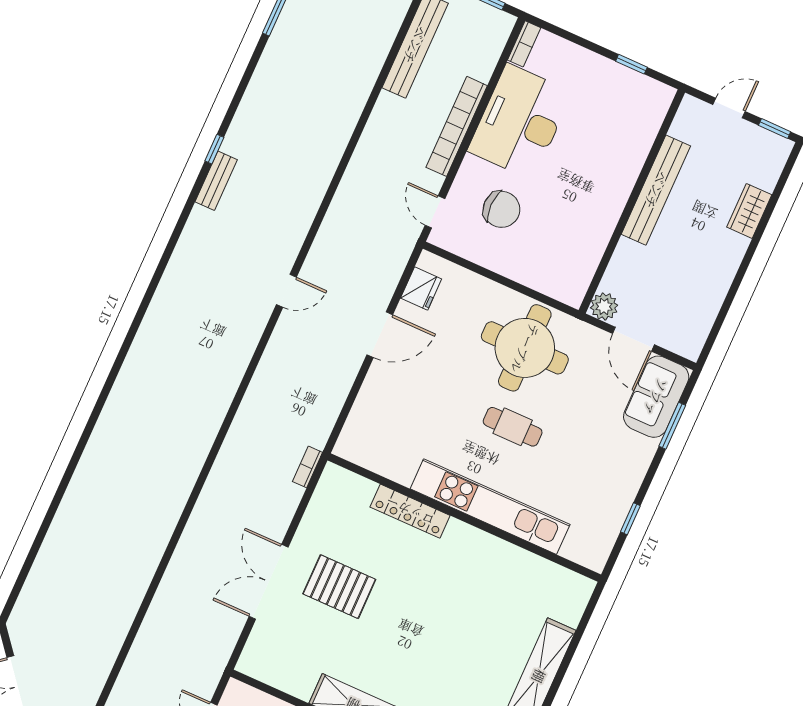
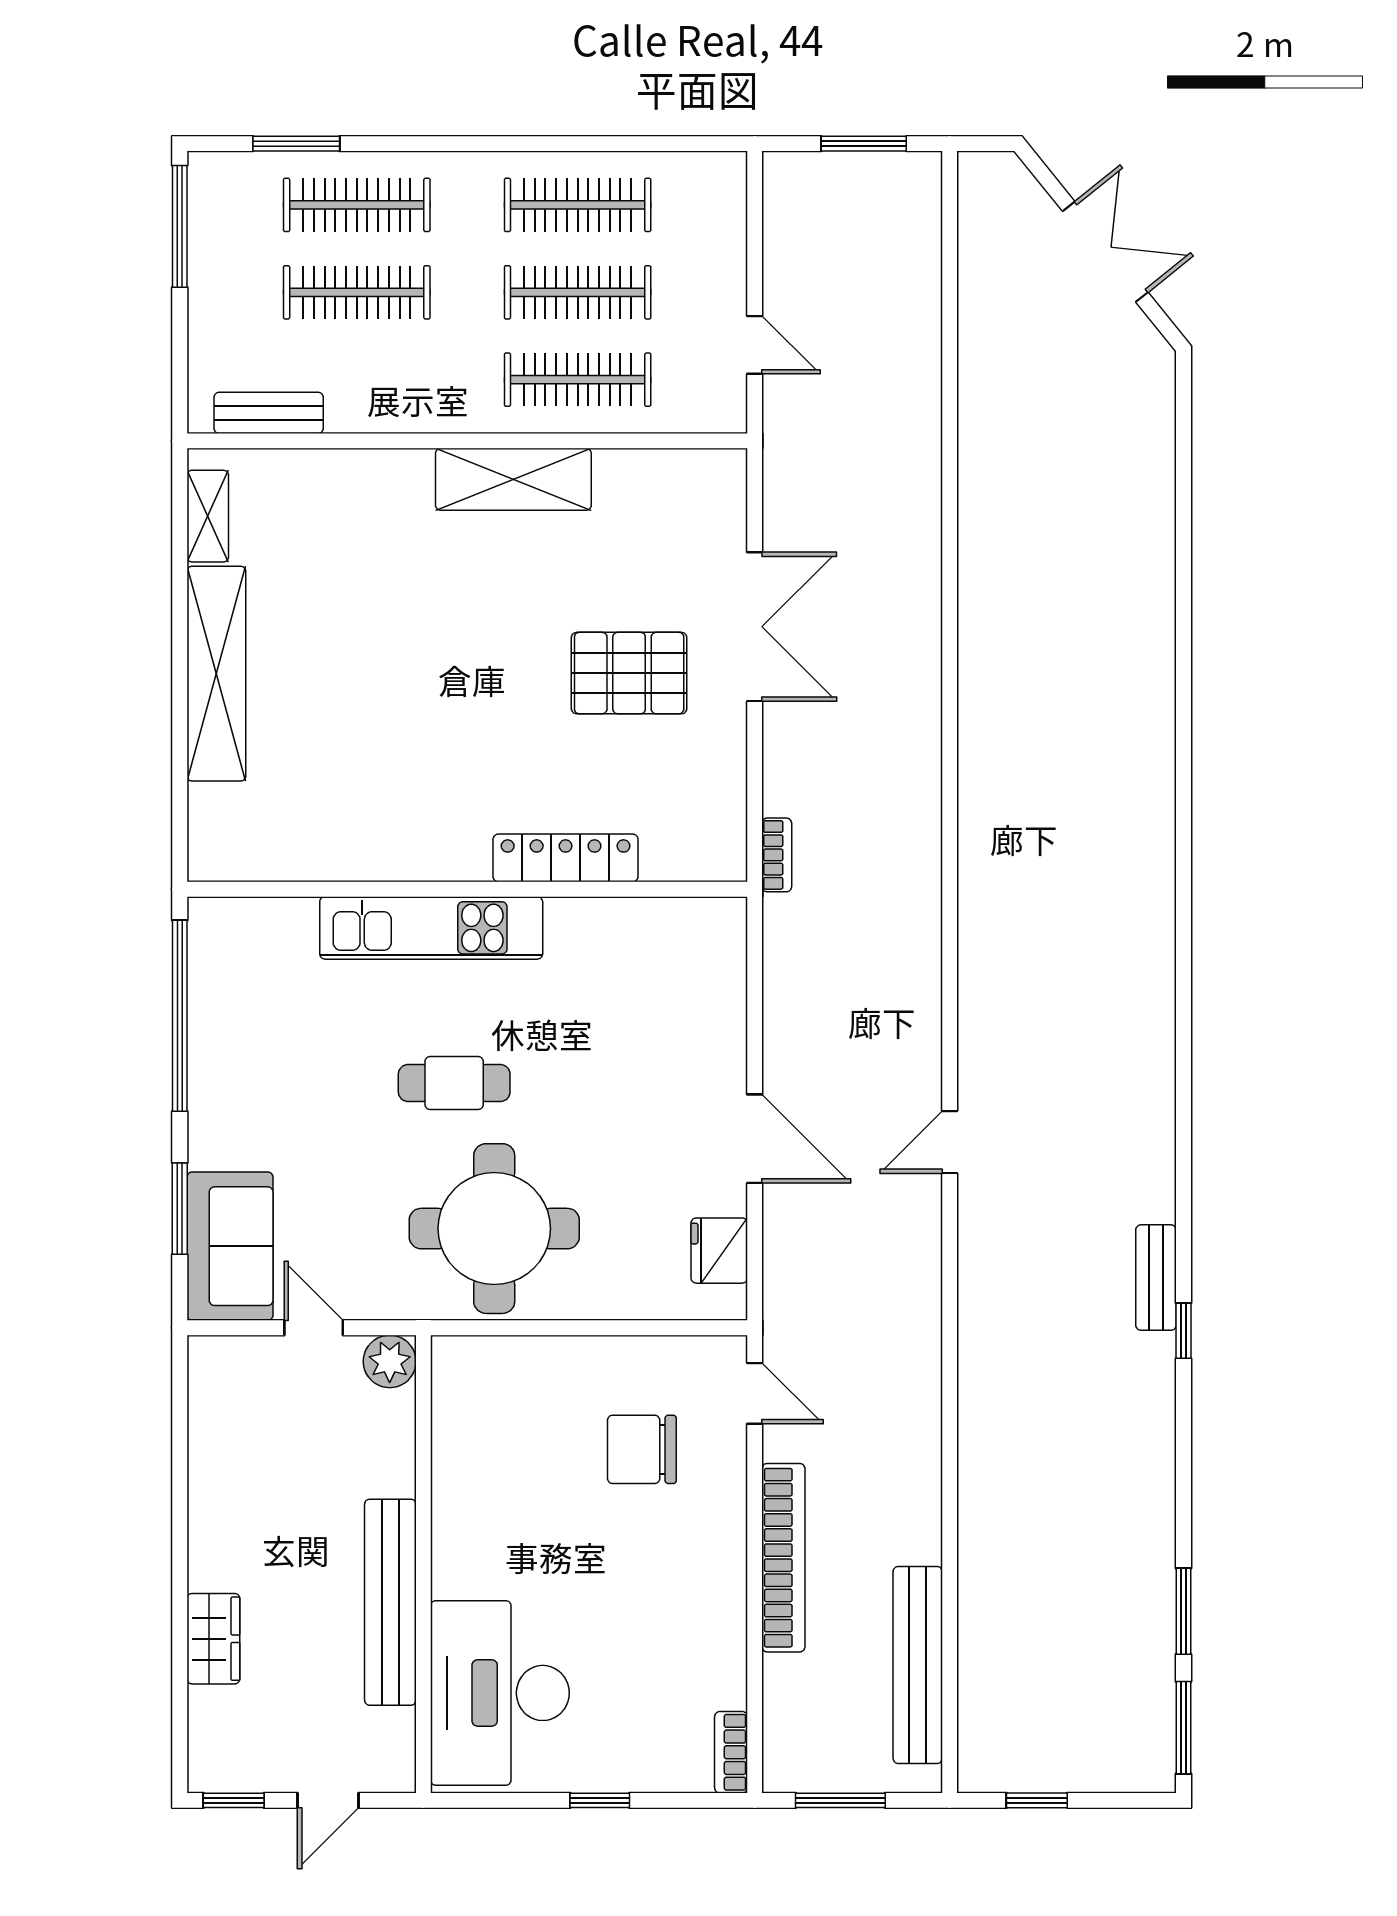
window: (631, 64) -> (600, 1800), moved
desk: (520, 122) -> (500, 1693), moved, turned 180
door: (380, 335) -> (755, 1139), swing flipped
door: (633, 339) -> (314, 1328), width x0.73
kitchen unit: (490, 507) -> (431, 928), width x0.73
window: (630, 519) -> (180, 1016), width x3.17

